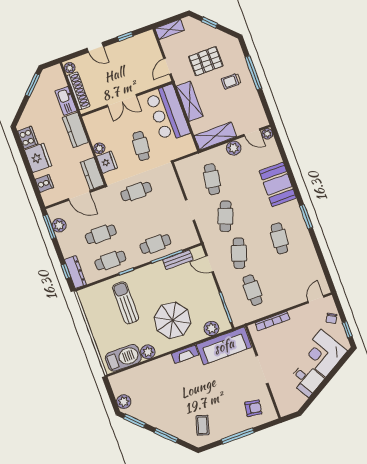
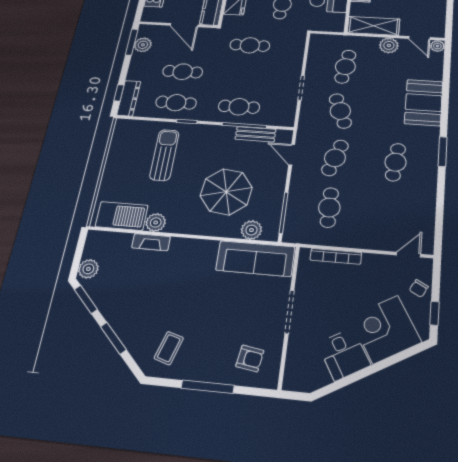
cafe table: (225, 216) -> (340, 111), turned -42
parasol: (172, 320) -> (226, 192), moved
fireplace: (185, 354) -> (151, 242), moved

